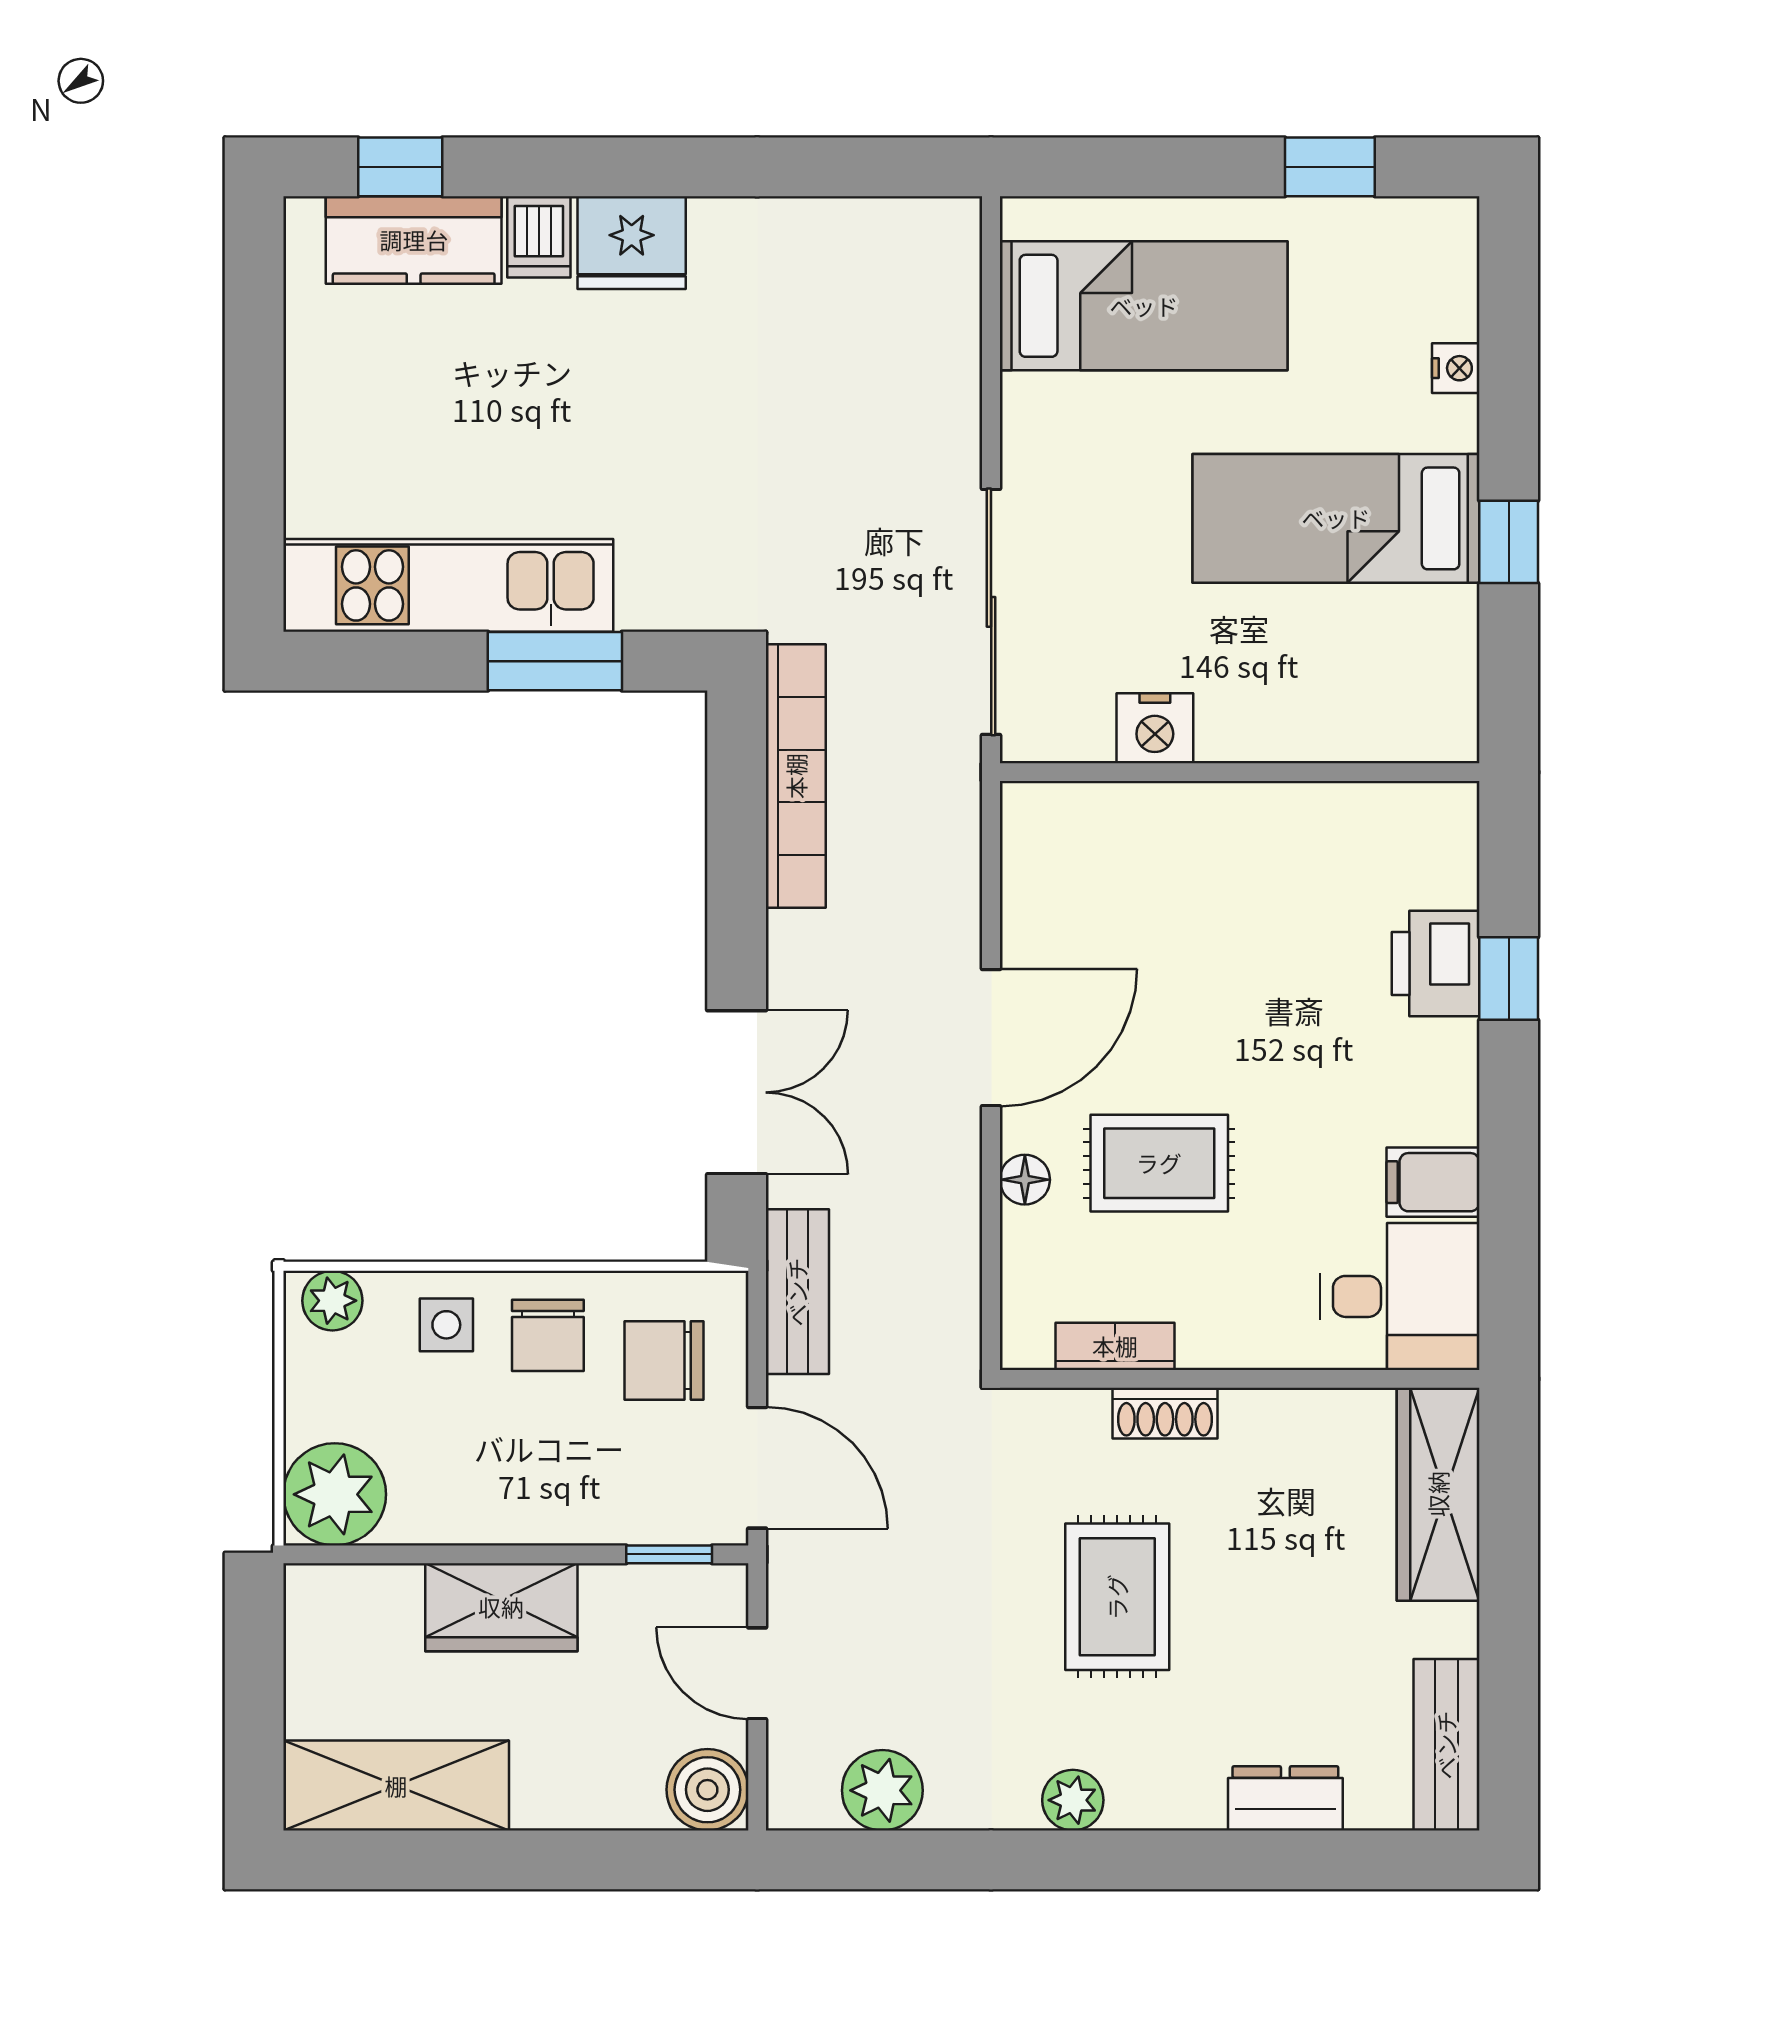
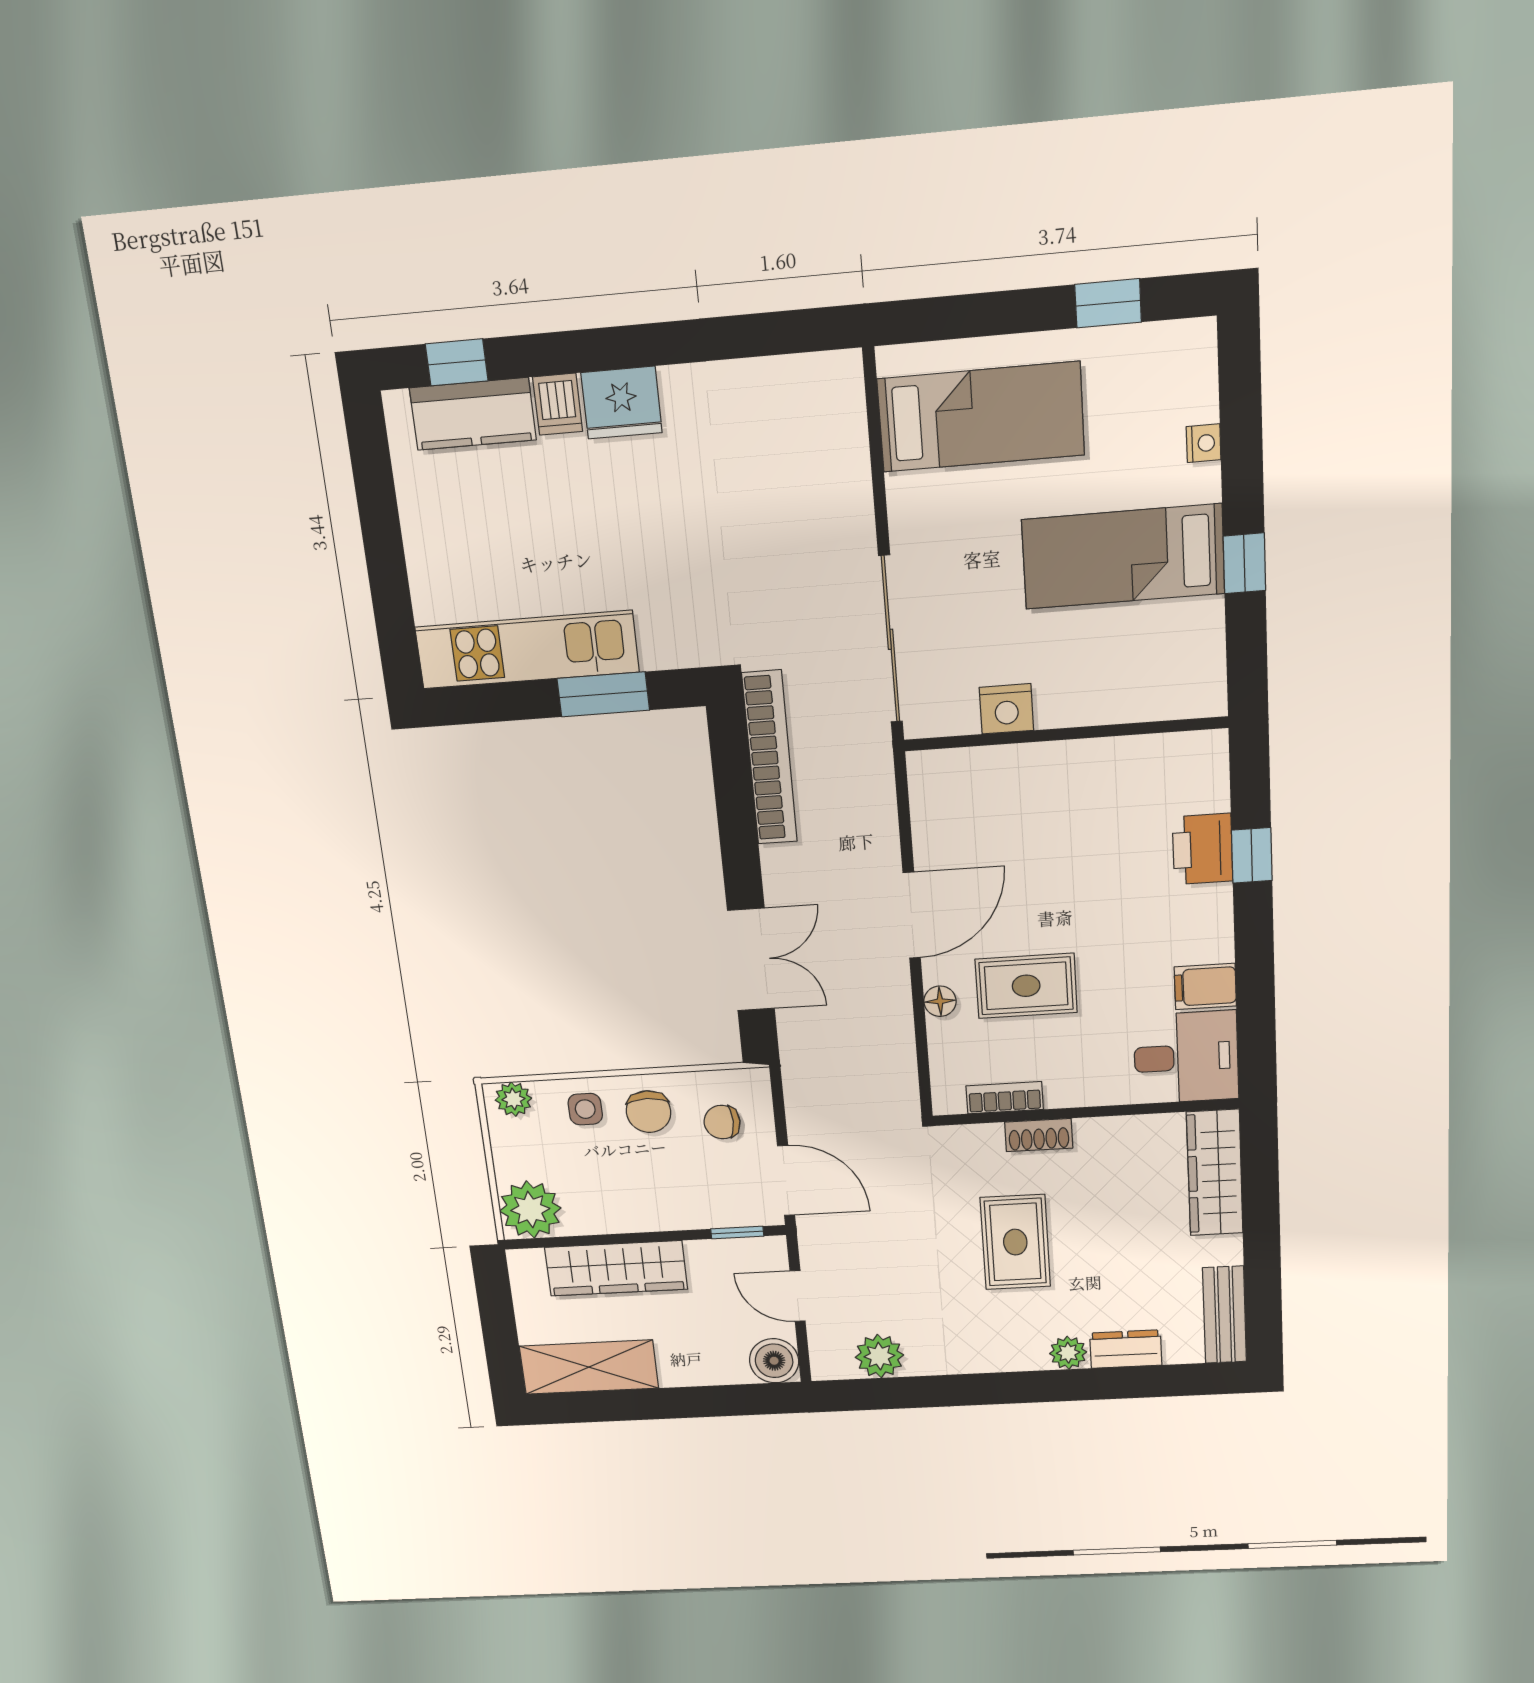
bench: (797, 1292) -> (801, 1077), removed
chair: (664, 1360) -> (722, 1122), width x0.73, depth x0.73
wardrobe: (501, 1607) -> (616, 1268), width x1.50
plant: (1073, 1800) -> (1068, 1353), moved

